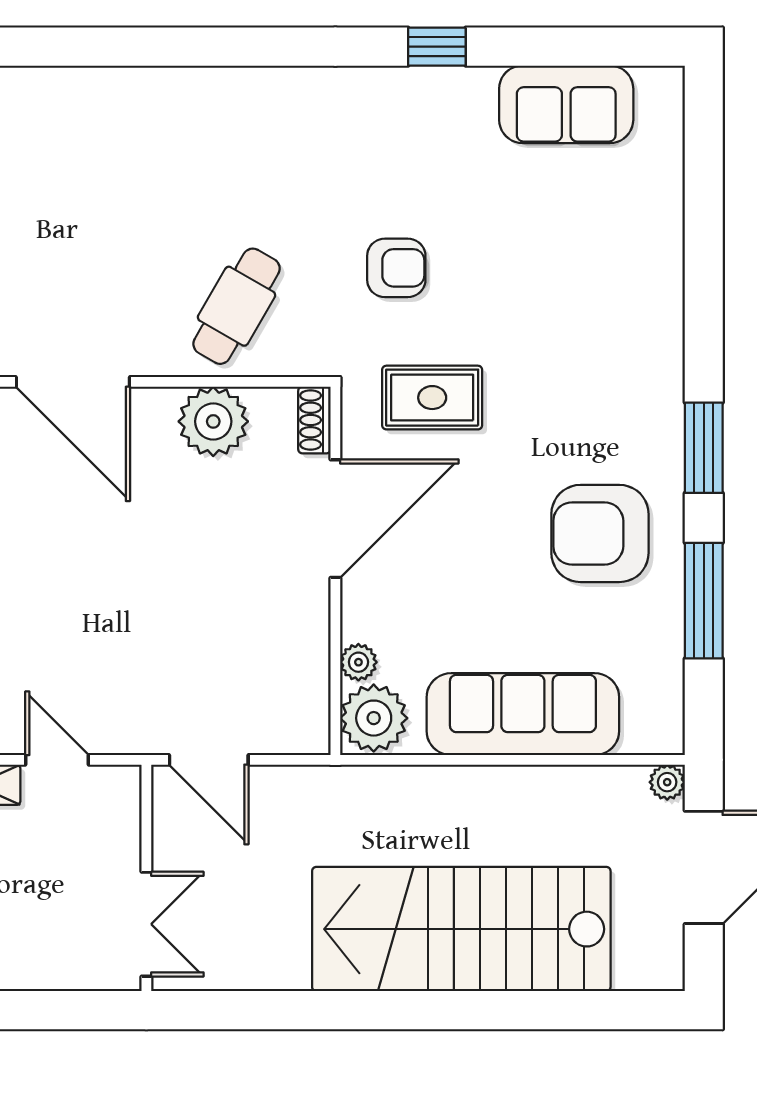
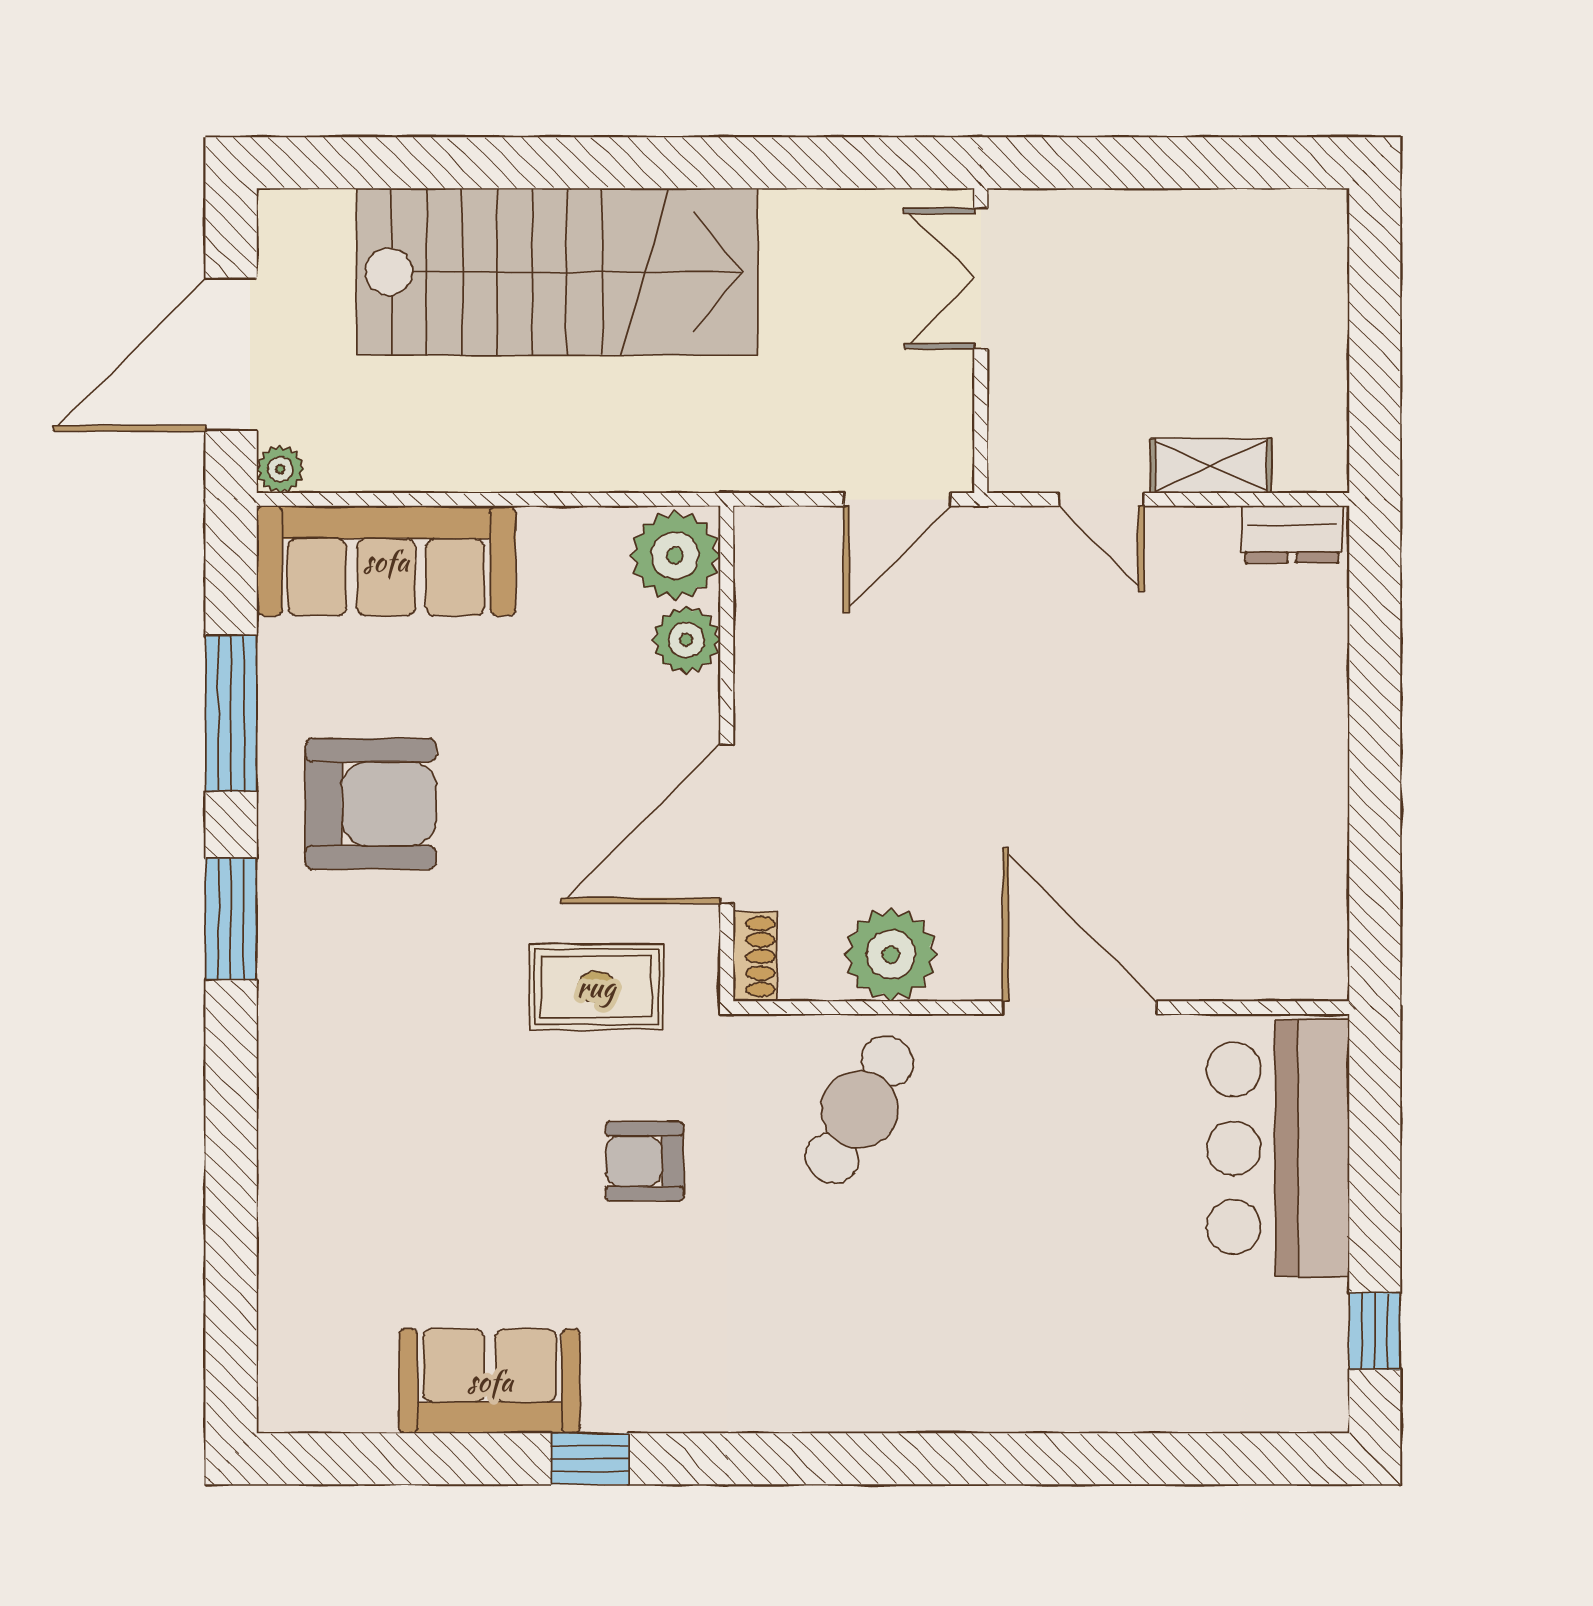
sofa: (566, 104) -> (490, 1381), moved
plant: (358, 662) -> (686, 640), width x1.38, depth x1.38
sofa: (523, 714) -> (386, 561), moved
door: (209, 760) -> (897, 499), swing flipped

